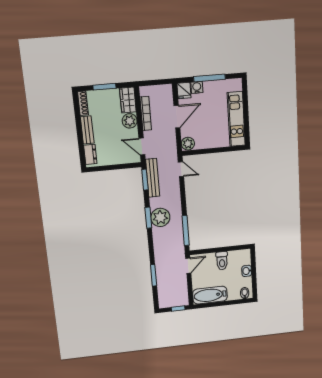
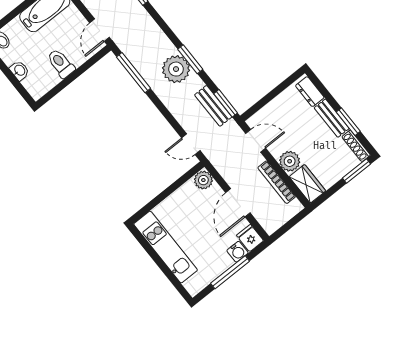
window: (105, 87) -> (357, 171), moved
window: (78, 121) -> (348, 122), added
bench: (153, 178) -> (213, 106), width x0.73

